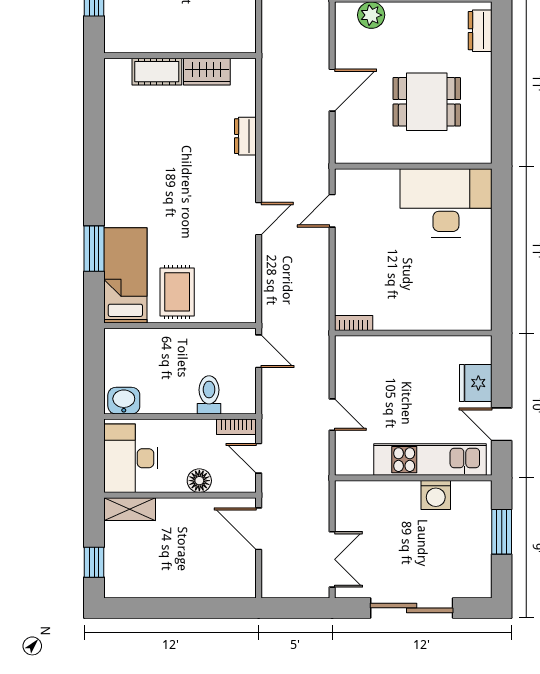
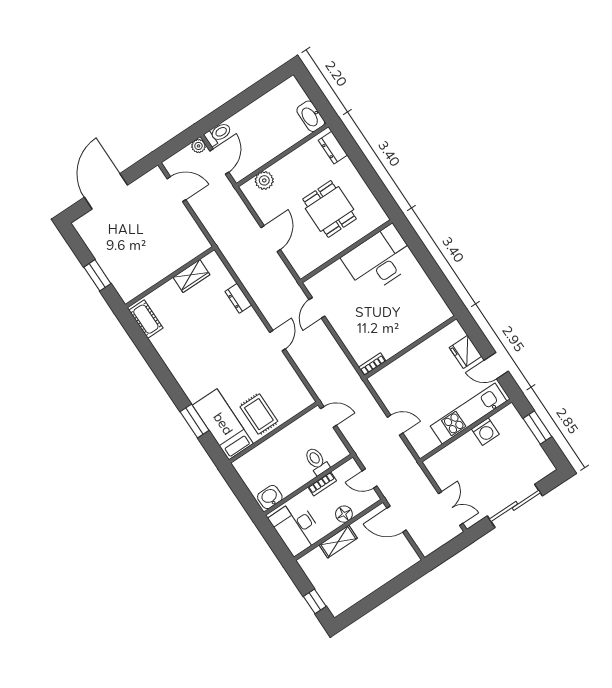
cot: (157, 72) -> (146, 319), moved, turned 90
dining table: (427, 102) -> (329, 209), turned 90
bookcase: (236, 427) -> (322, 484), moved
shelving: (130, 509) -> (338, 542), moved

